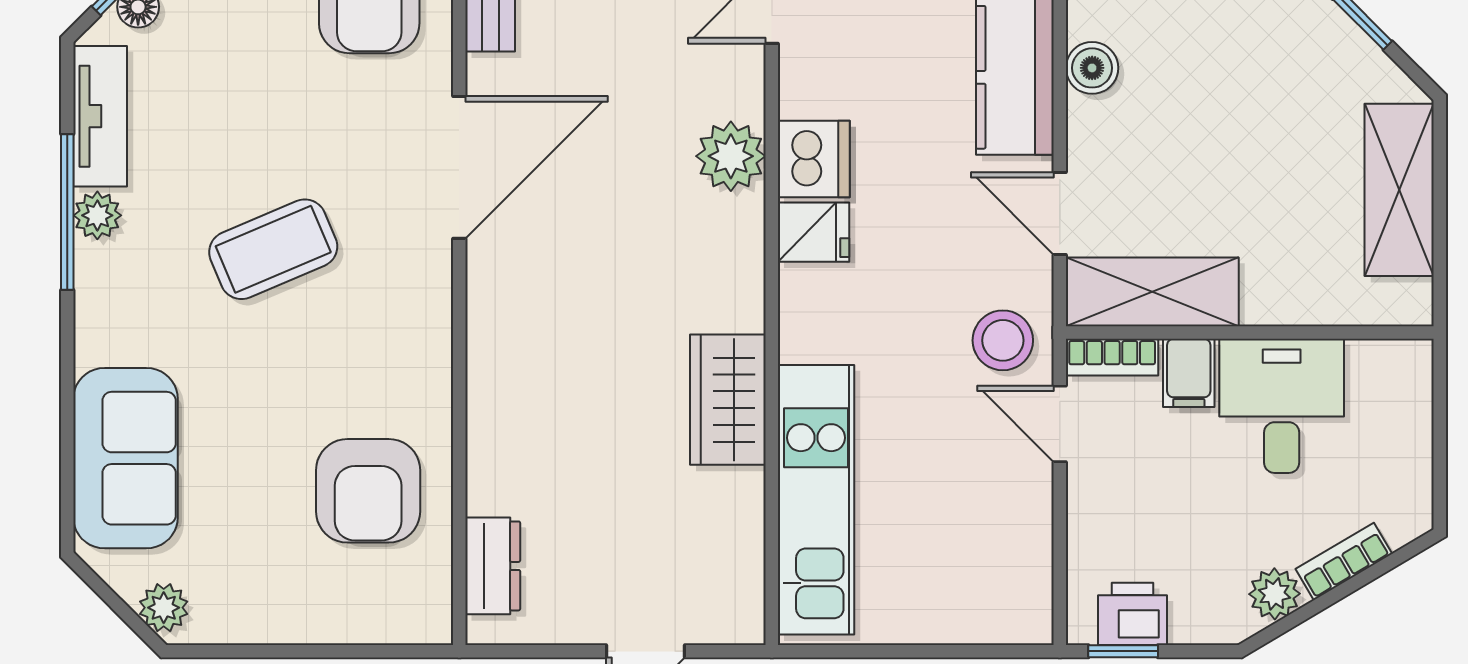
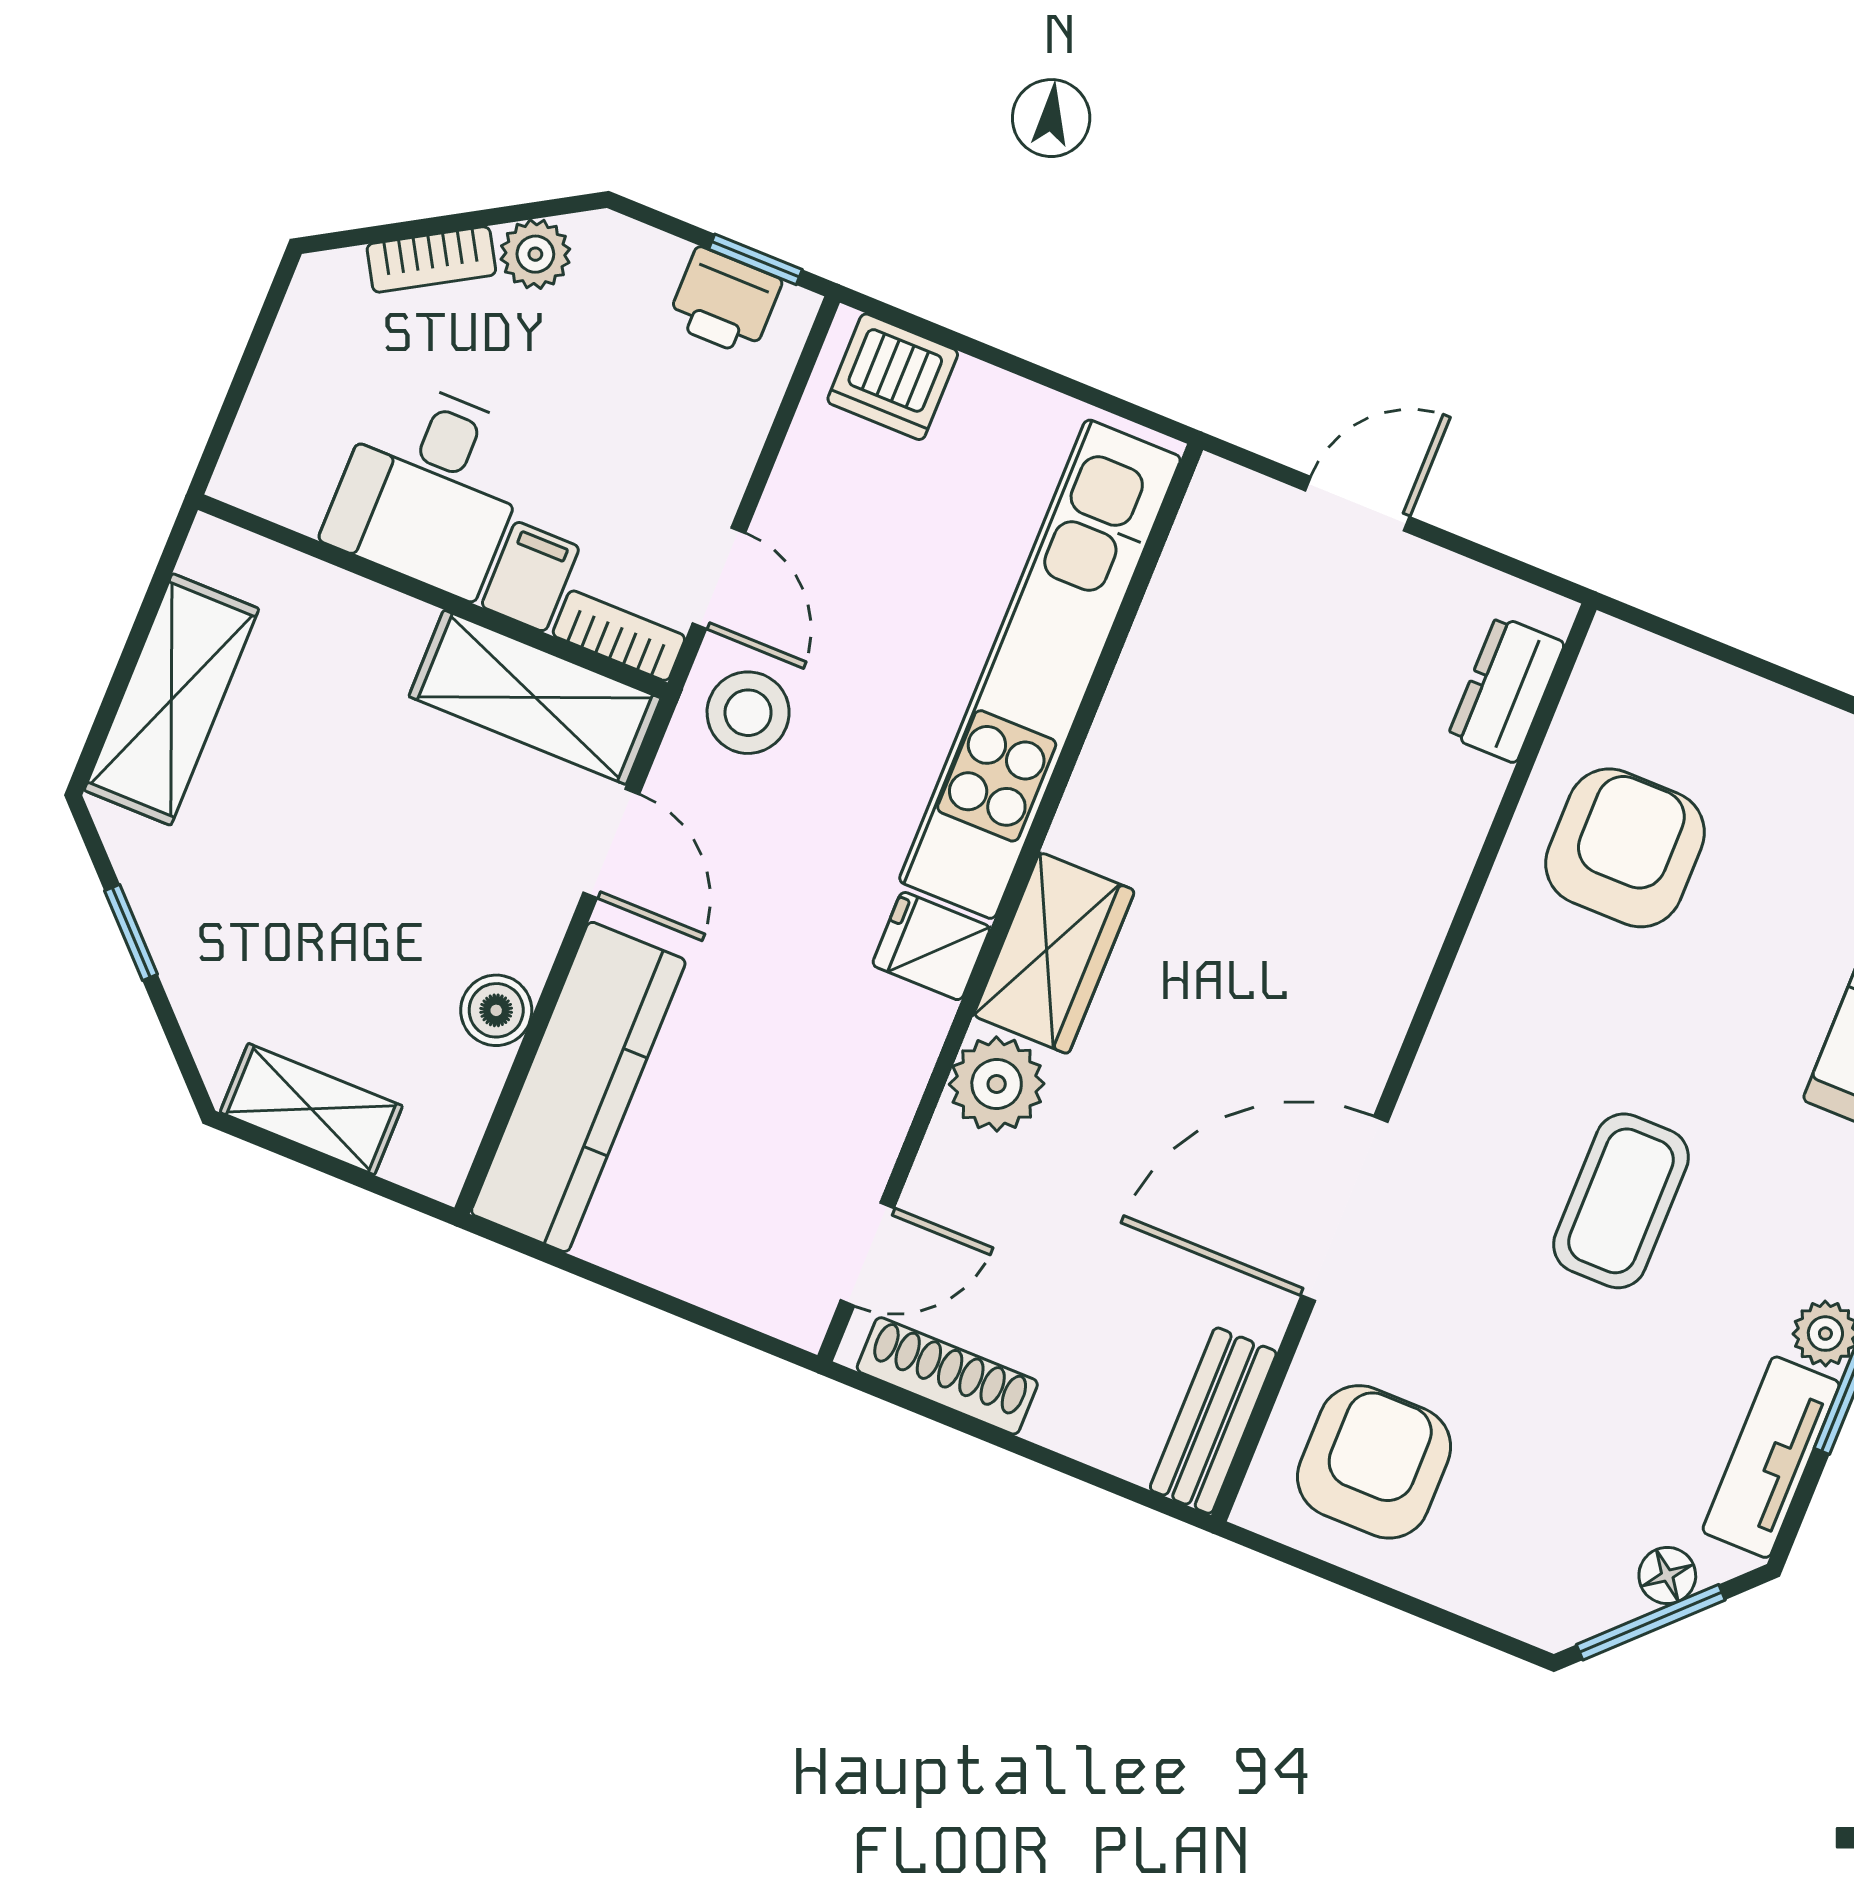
dishwasher: (814, 159) -> (893, 377), moved, turned -90
coffee table: (273, 249) -> (1621, 1201), turned -67
wardrobe: (728, 400) -> (1054, 953), moved
kitchen unit: (816, 500) -> (1040, 669), width x1.36

